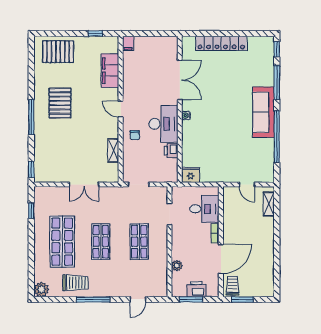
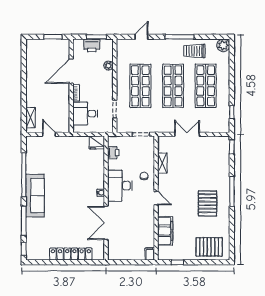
printer: (171, 151) -> (113, 153), moved
shop shelf: (101, 242) -> (173, 86), width x1.43, depth x1.36
shop shelf: (139, 242) -> (140, 86), width x1.43, depth x1.36
trolley: (233, 286) -> (61, 49), removed

